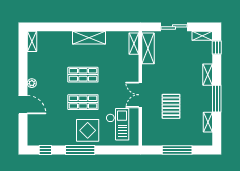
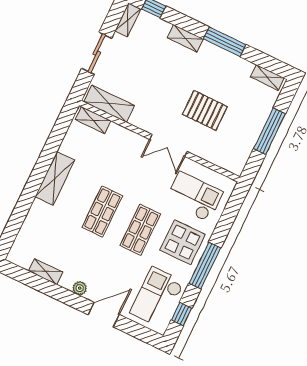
shelving: (32, 41) -> (46, 272), moved
shelving: (208, 122) -> (267, 77), moved
checkout: (48, 131) -> (157, 297), added

